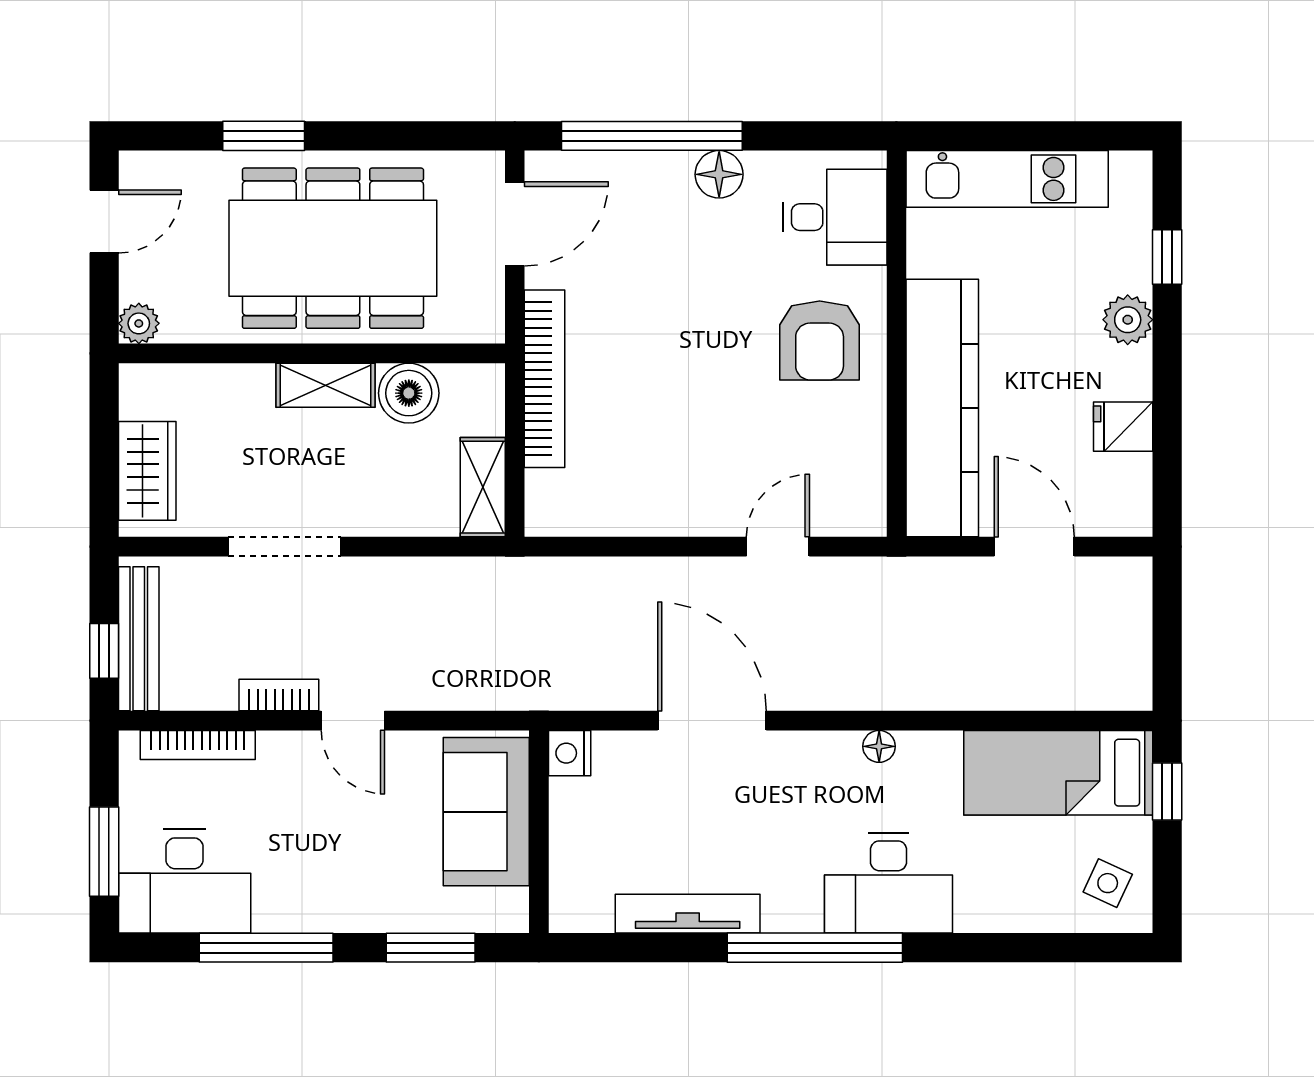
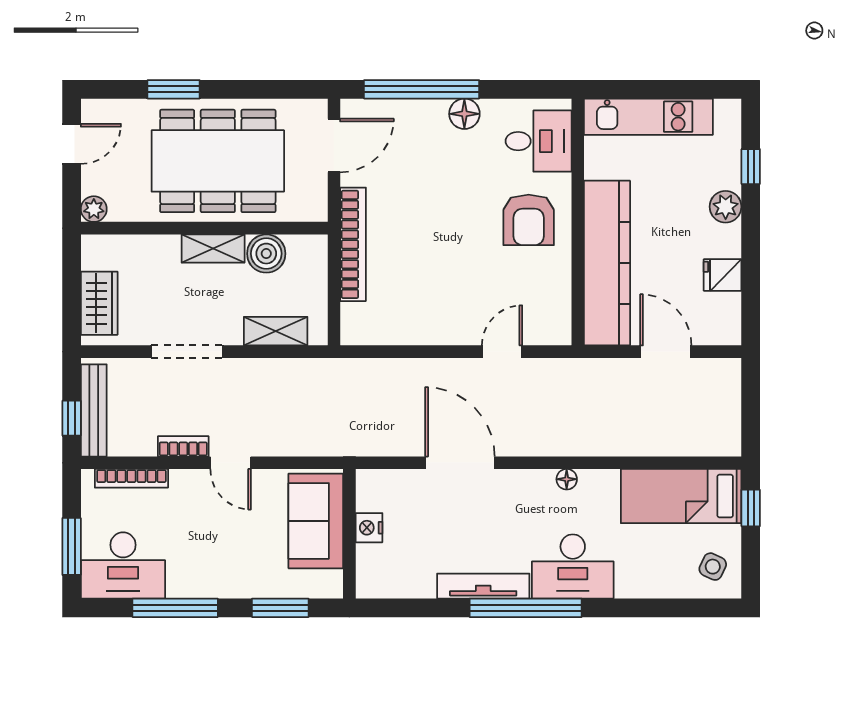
shelving: (483, 487) -> (276, 331), moved, turned 90
nightstand: (570, 753) -> (369, 528), moved
tv unit: (688, 914) -> (483, 586), moved

